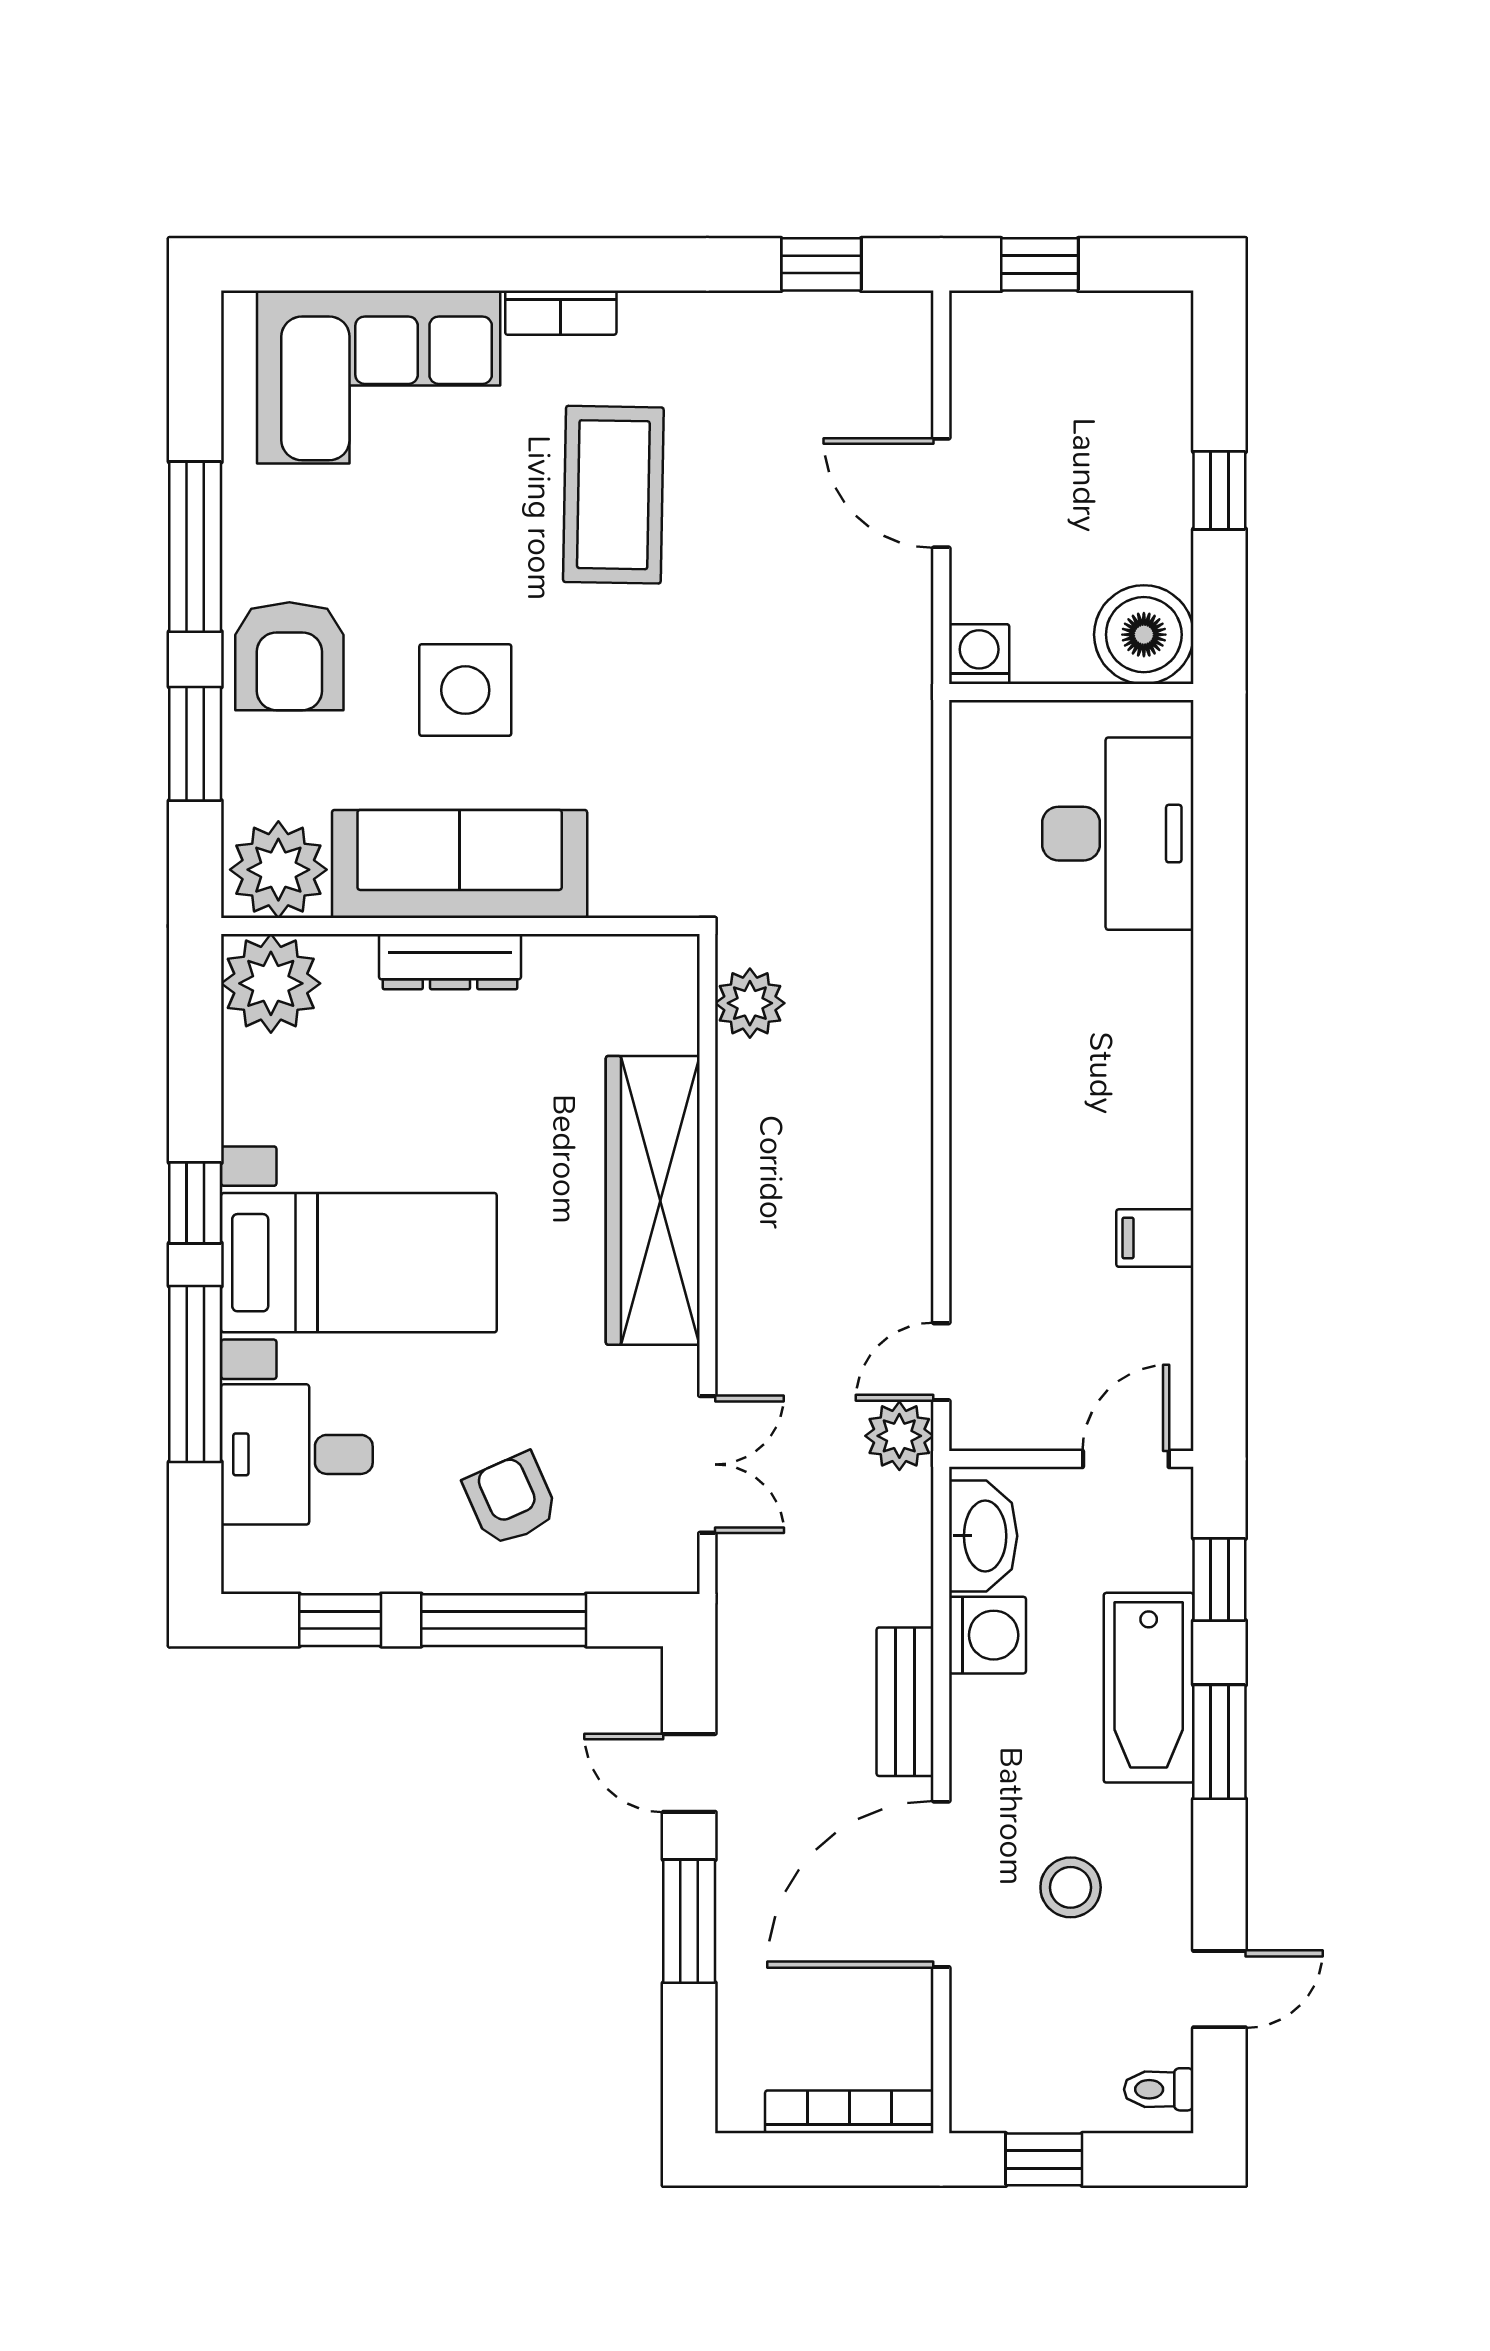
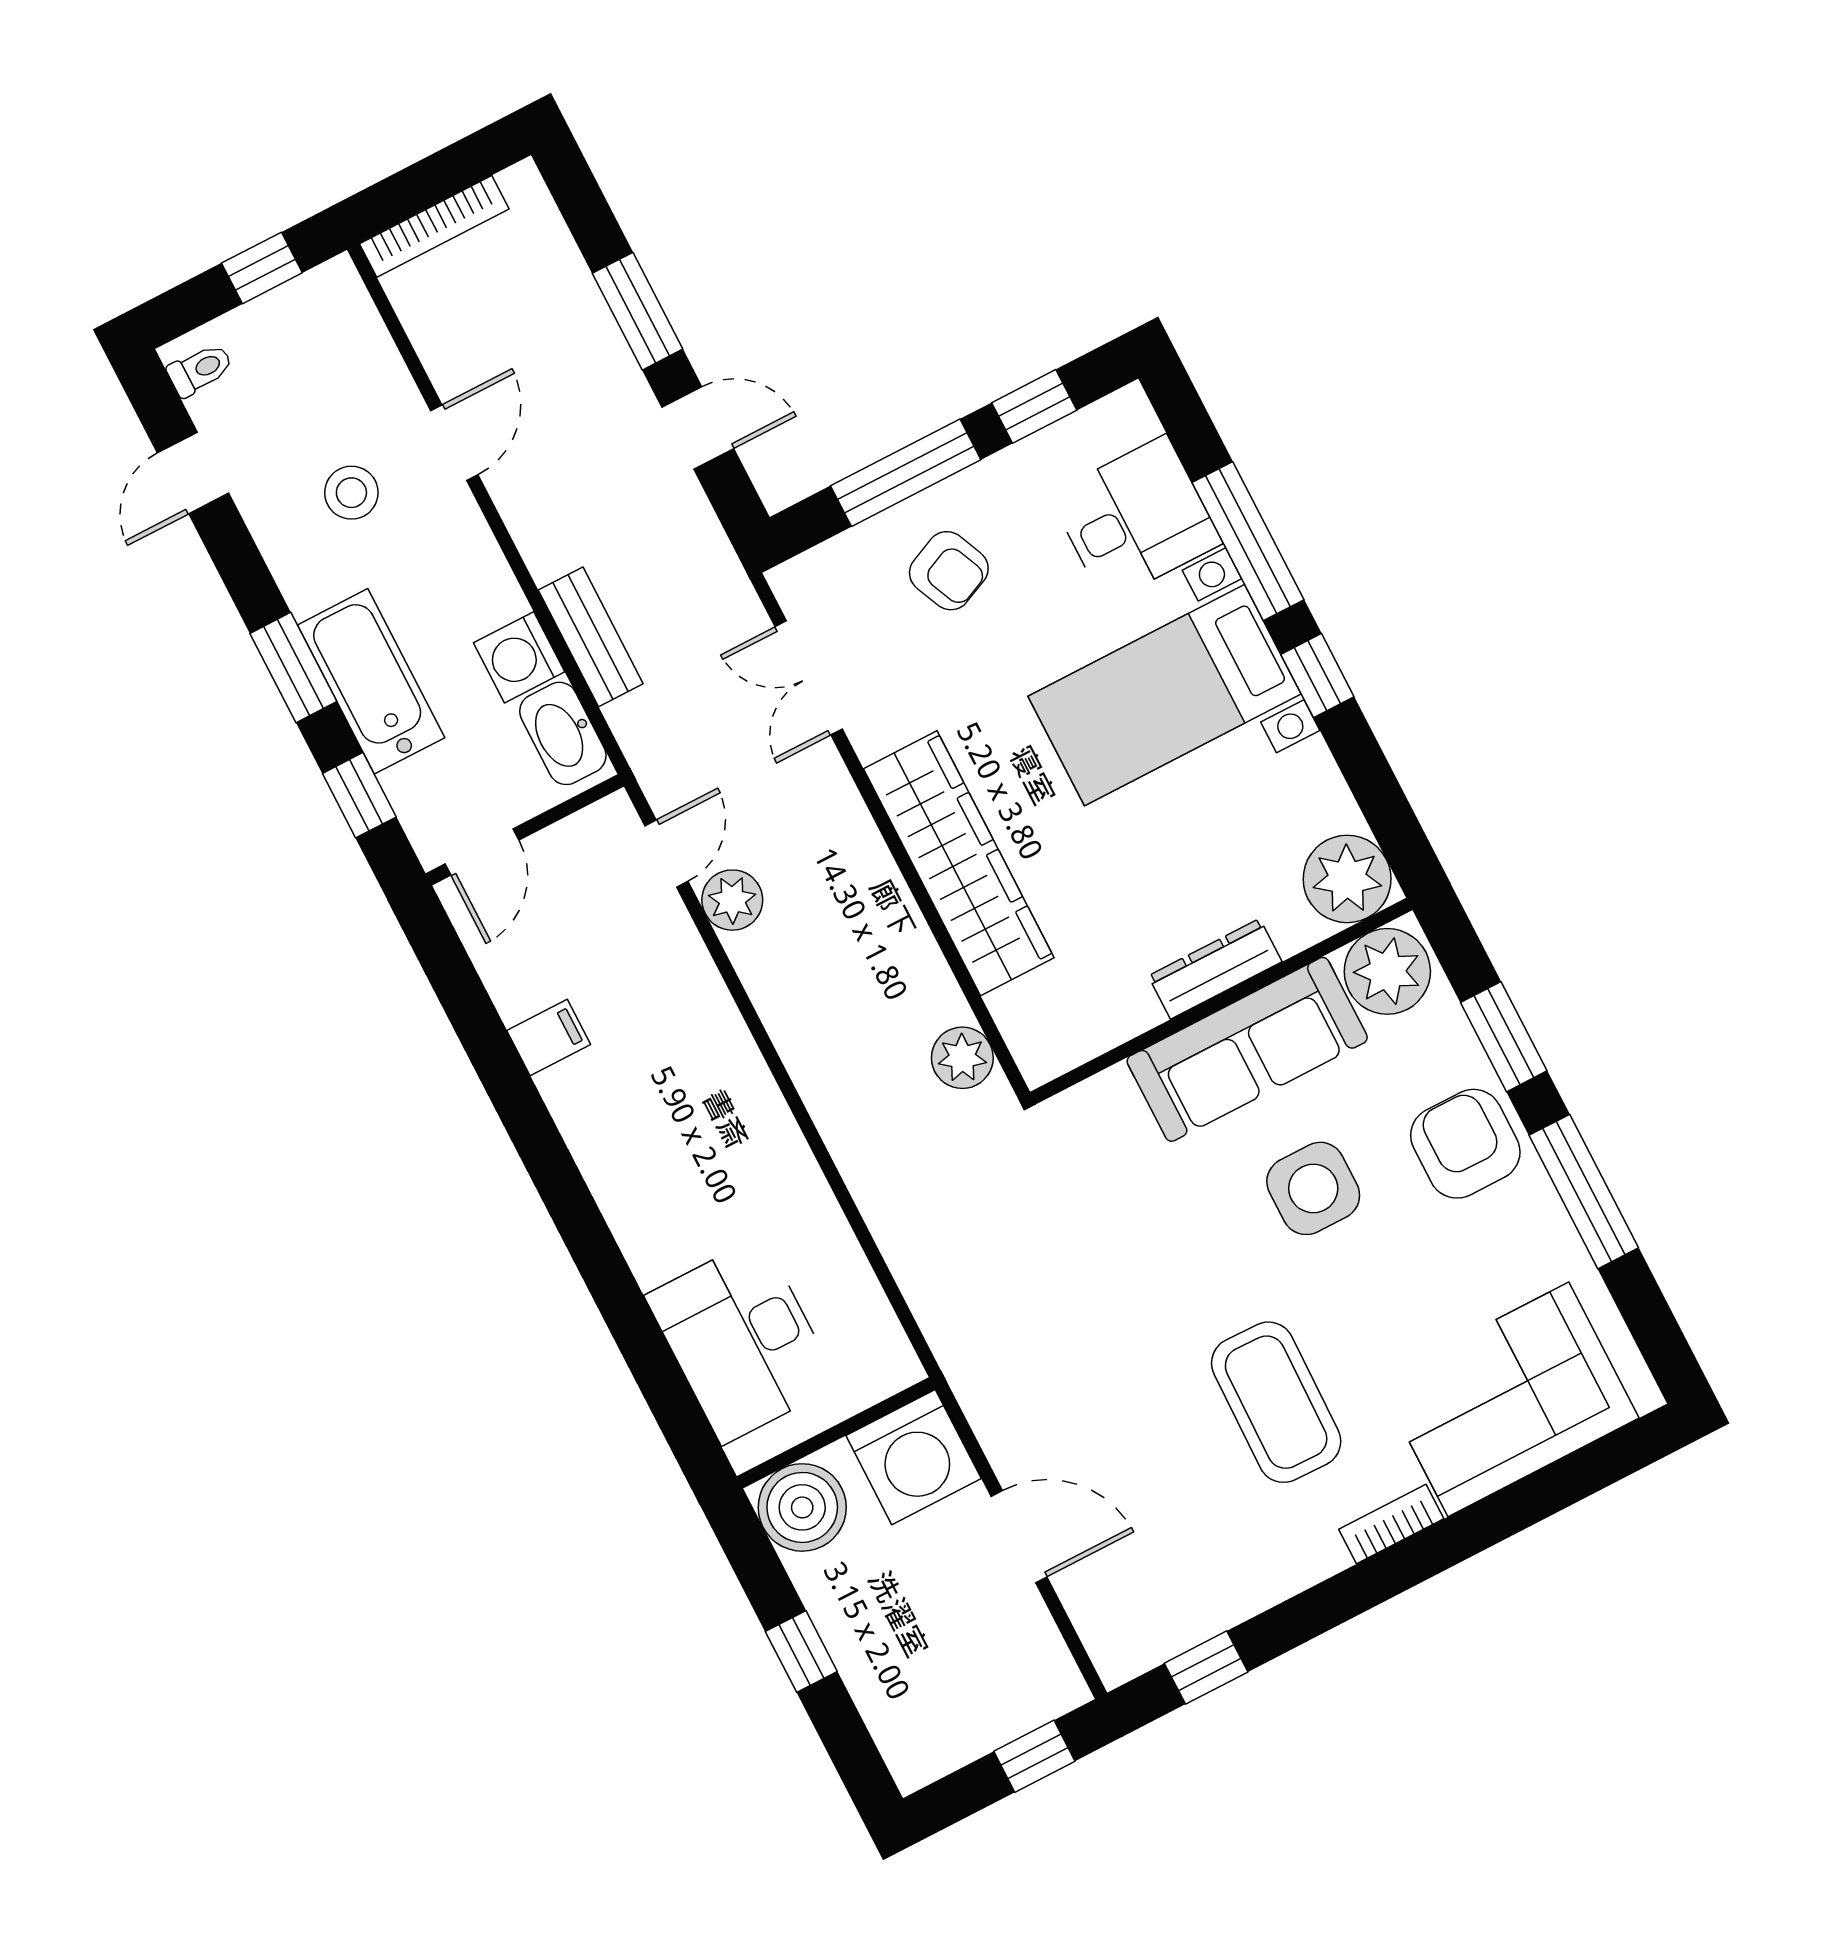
washing machine: (979, 654) -> (914, 1457), width x1.89, depth x1.89
plant: (899, 1436) -> (732, 900), moved
bench: (905, 1702) -> (591, 637), moved
door: (941, 1884) -> (454, 443), width x0.53

